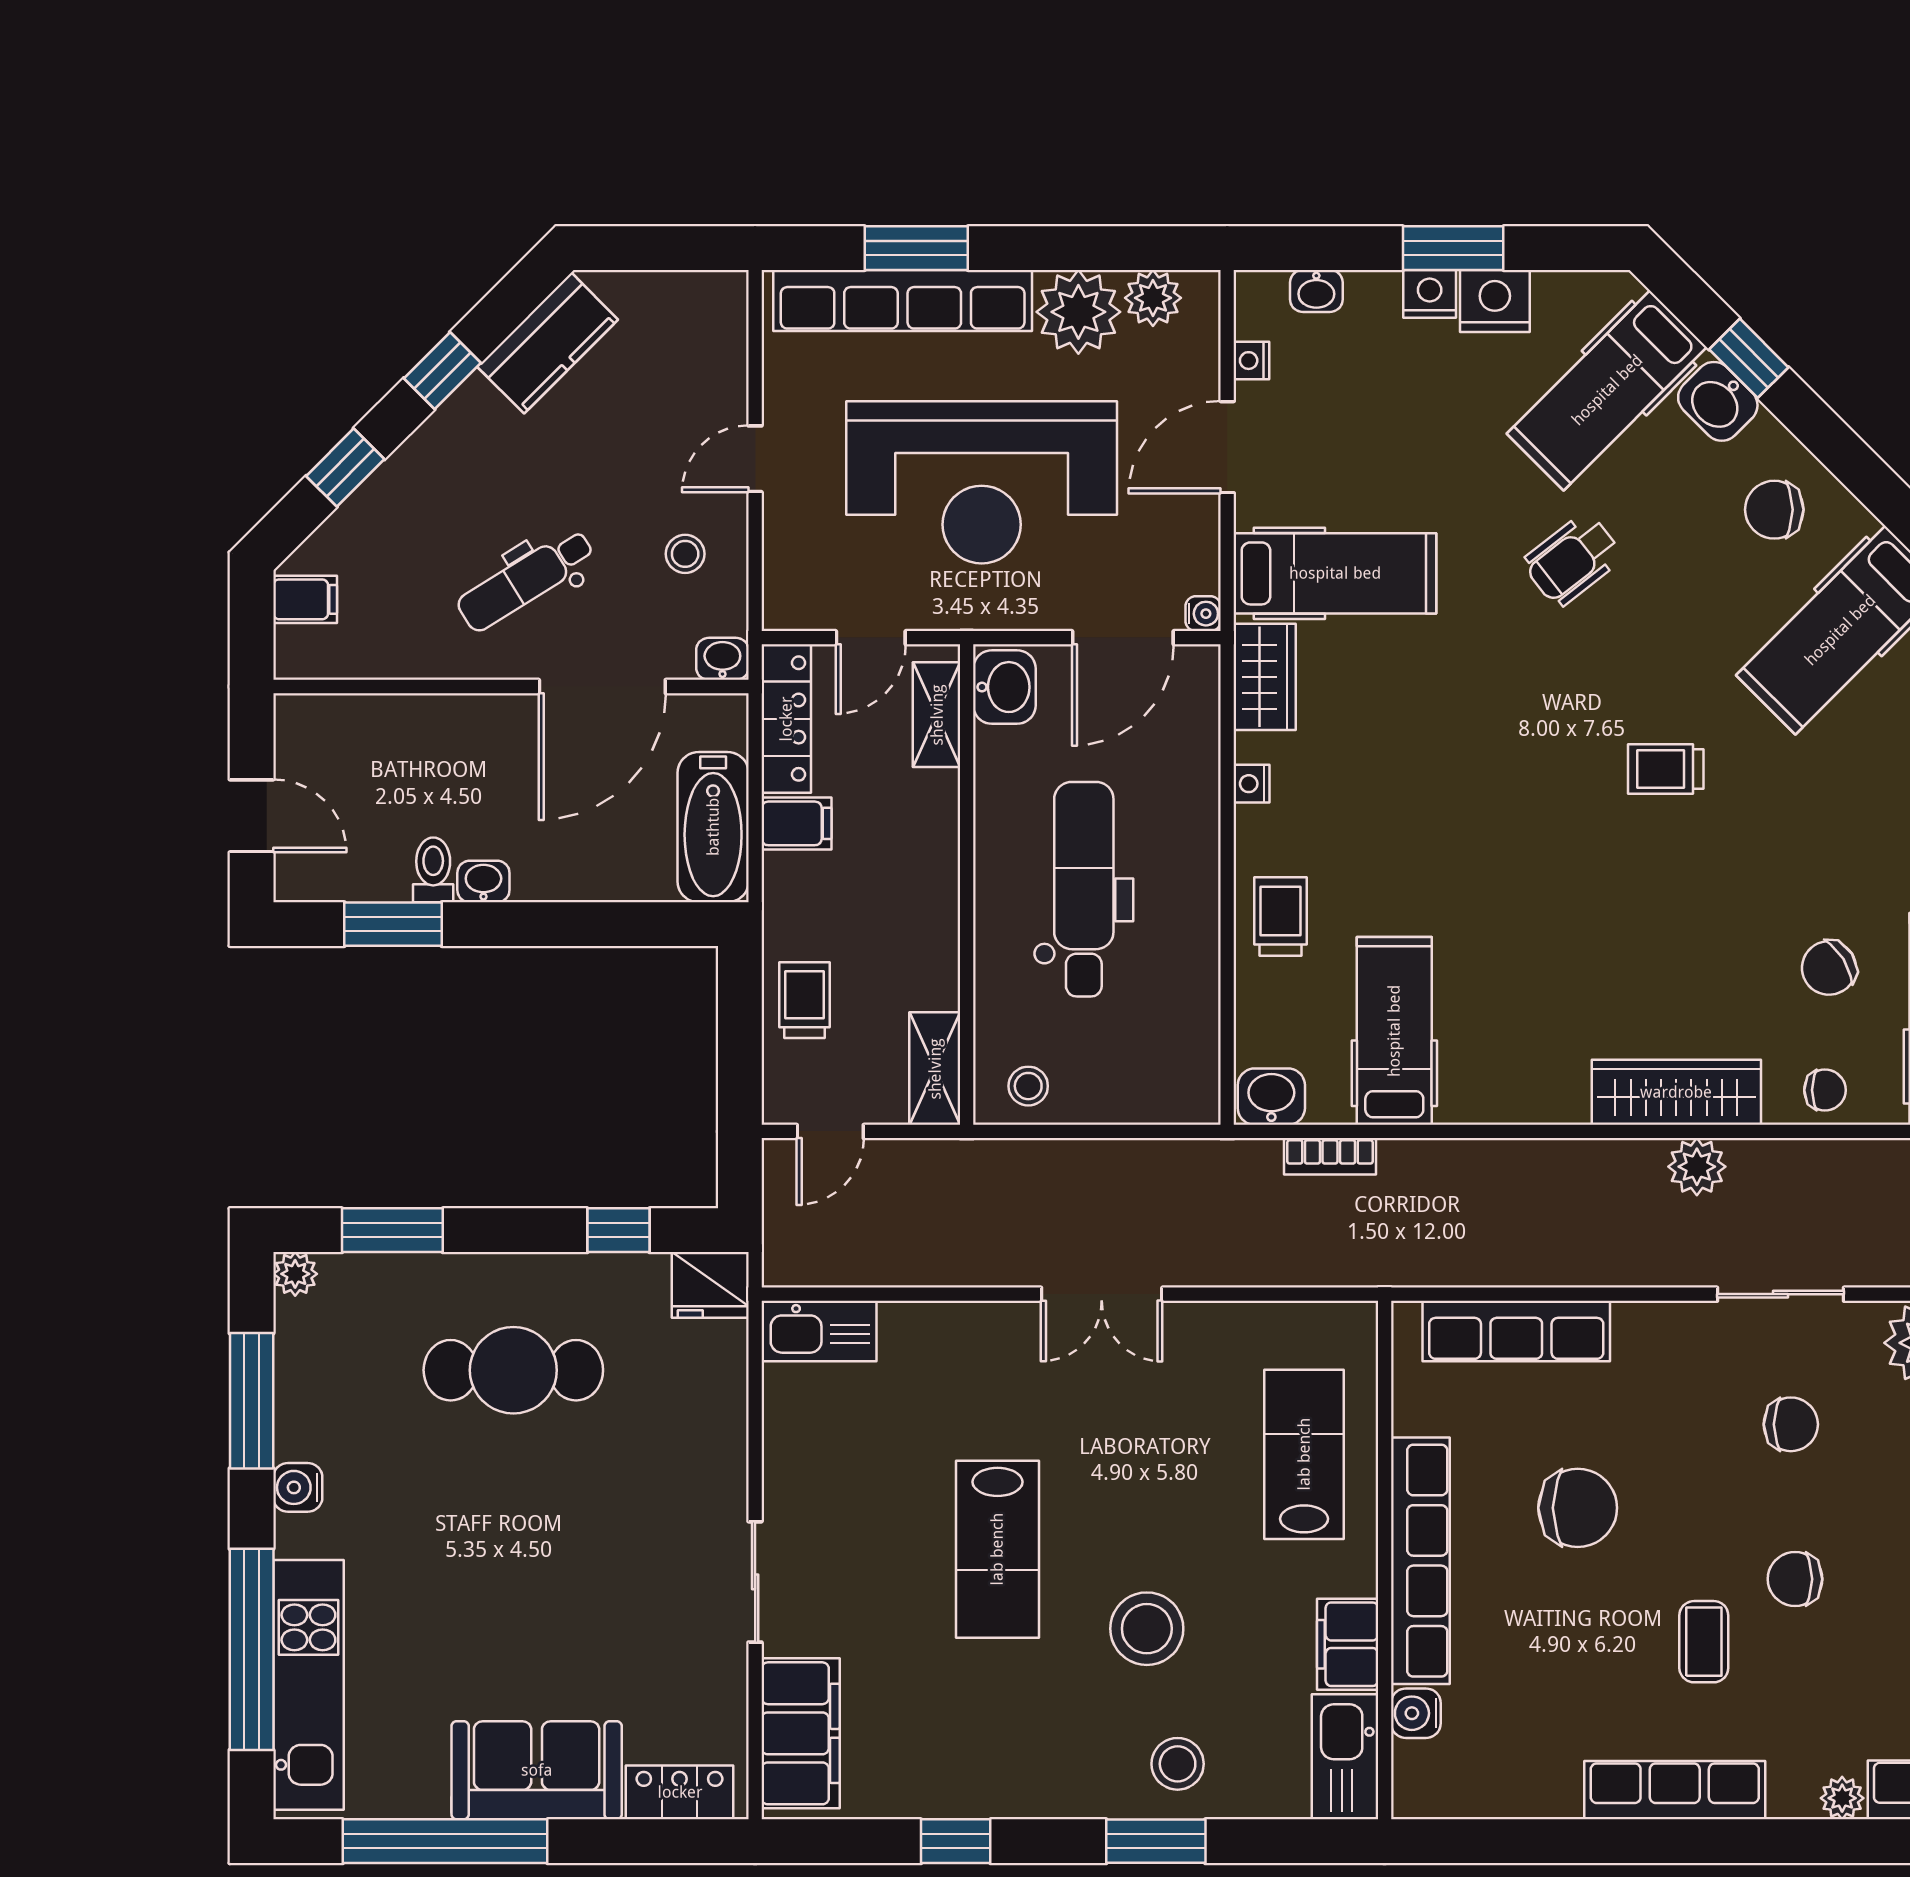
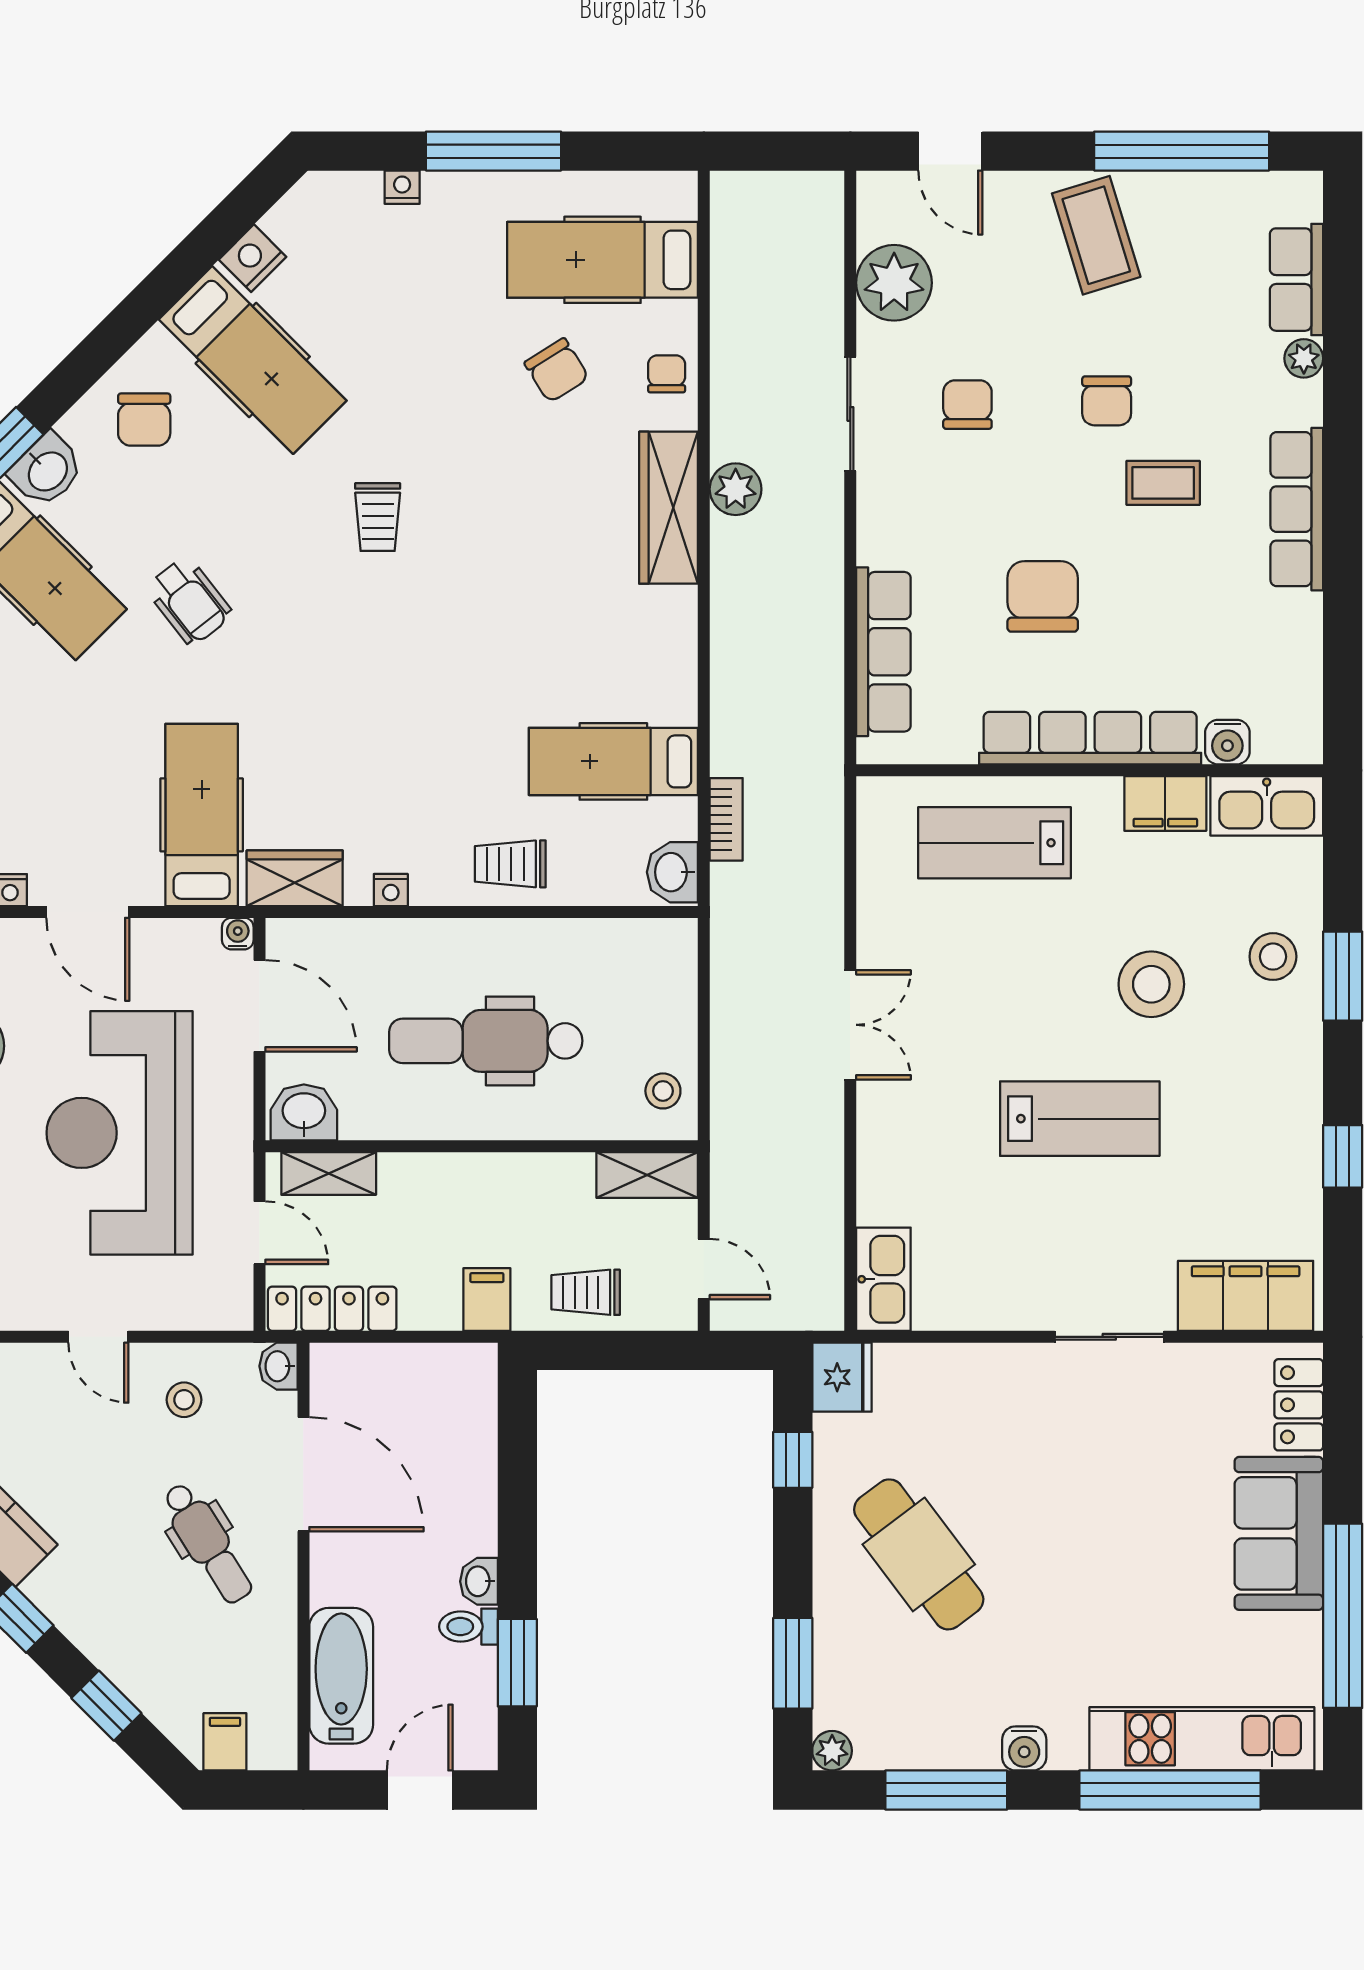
reception desk: (982, 482) -> (120, 1133), turned 180
filing cabinet: (796, 823) -> (487, 1300), moved
bathtub: (713, 827) -> (341, 1676), moved, turned -90
cafe table: (513, 1370) -> (919, 1554), turned -37

